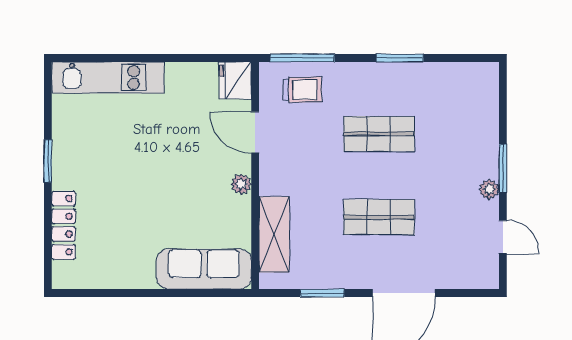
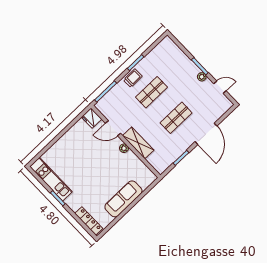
kitchen unit: (108, 78) -> (51, 179), moved, turned -90
trolley: (302, 90) -> (133, 78), moved
locker: (63, 225) -> (89, 221), moved
shelving: (274, 234) -> (138, 143), moved
sofa: (204, 269) -> (123, 199), moved

